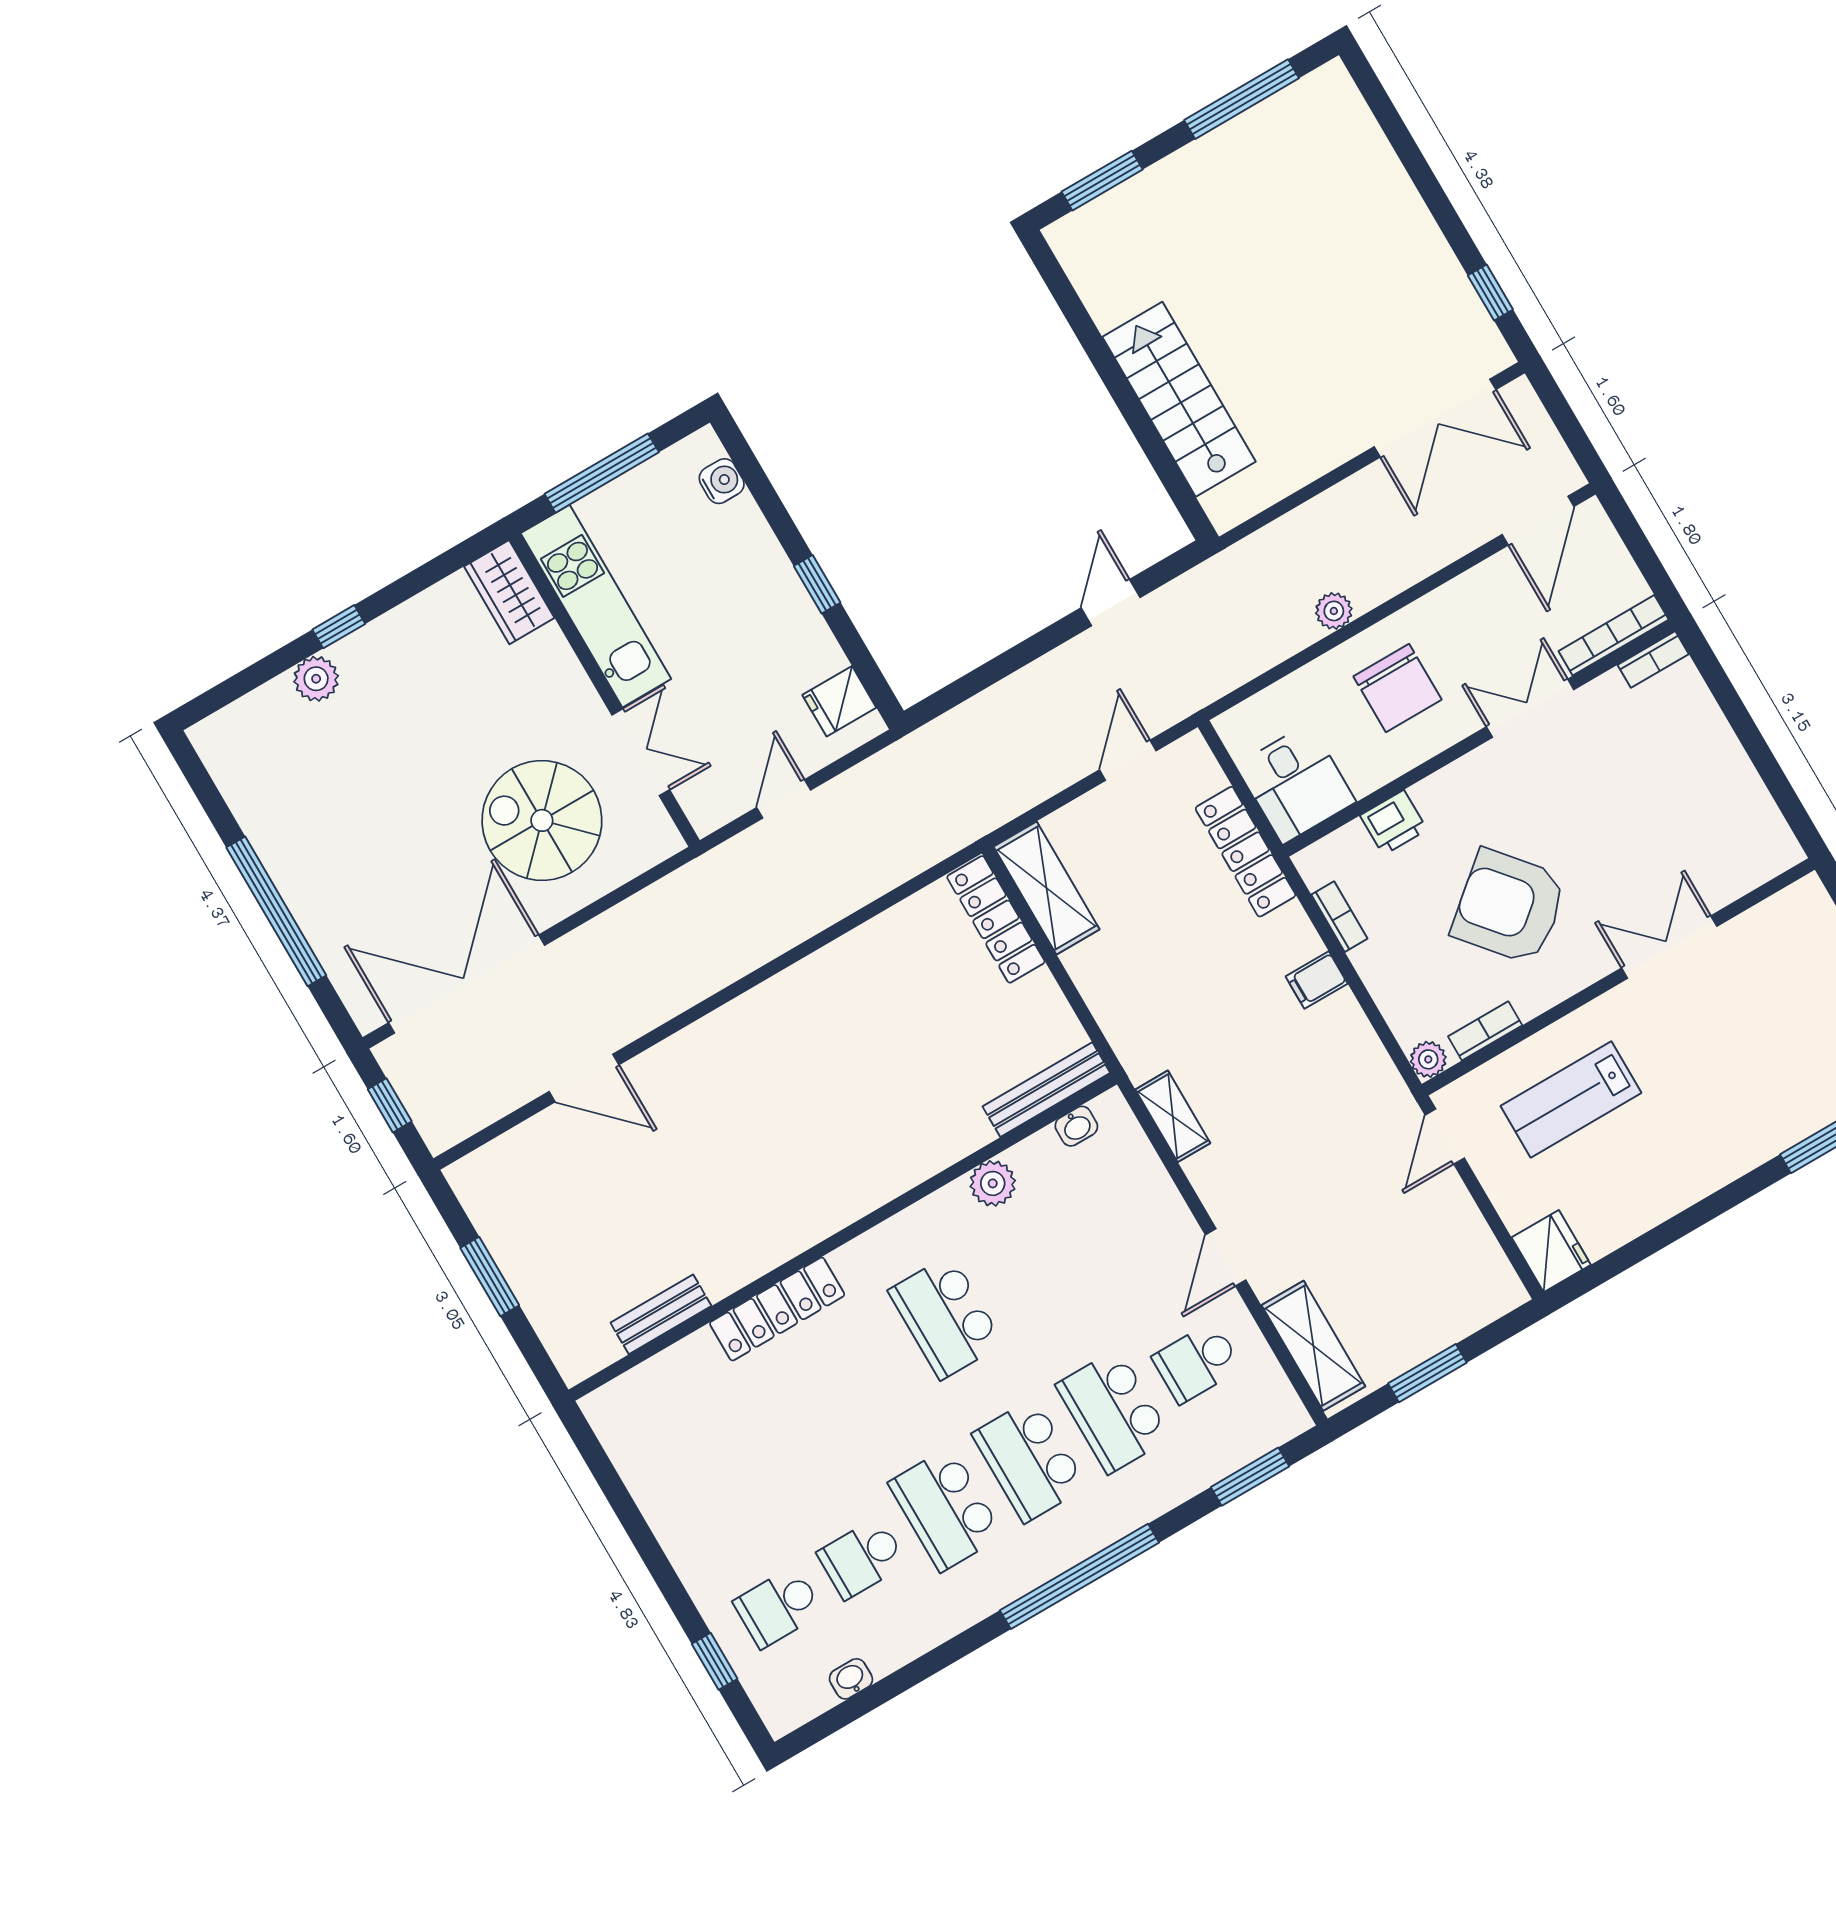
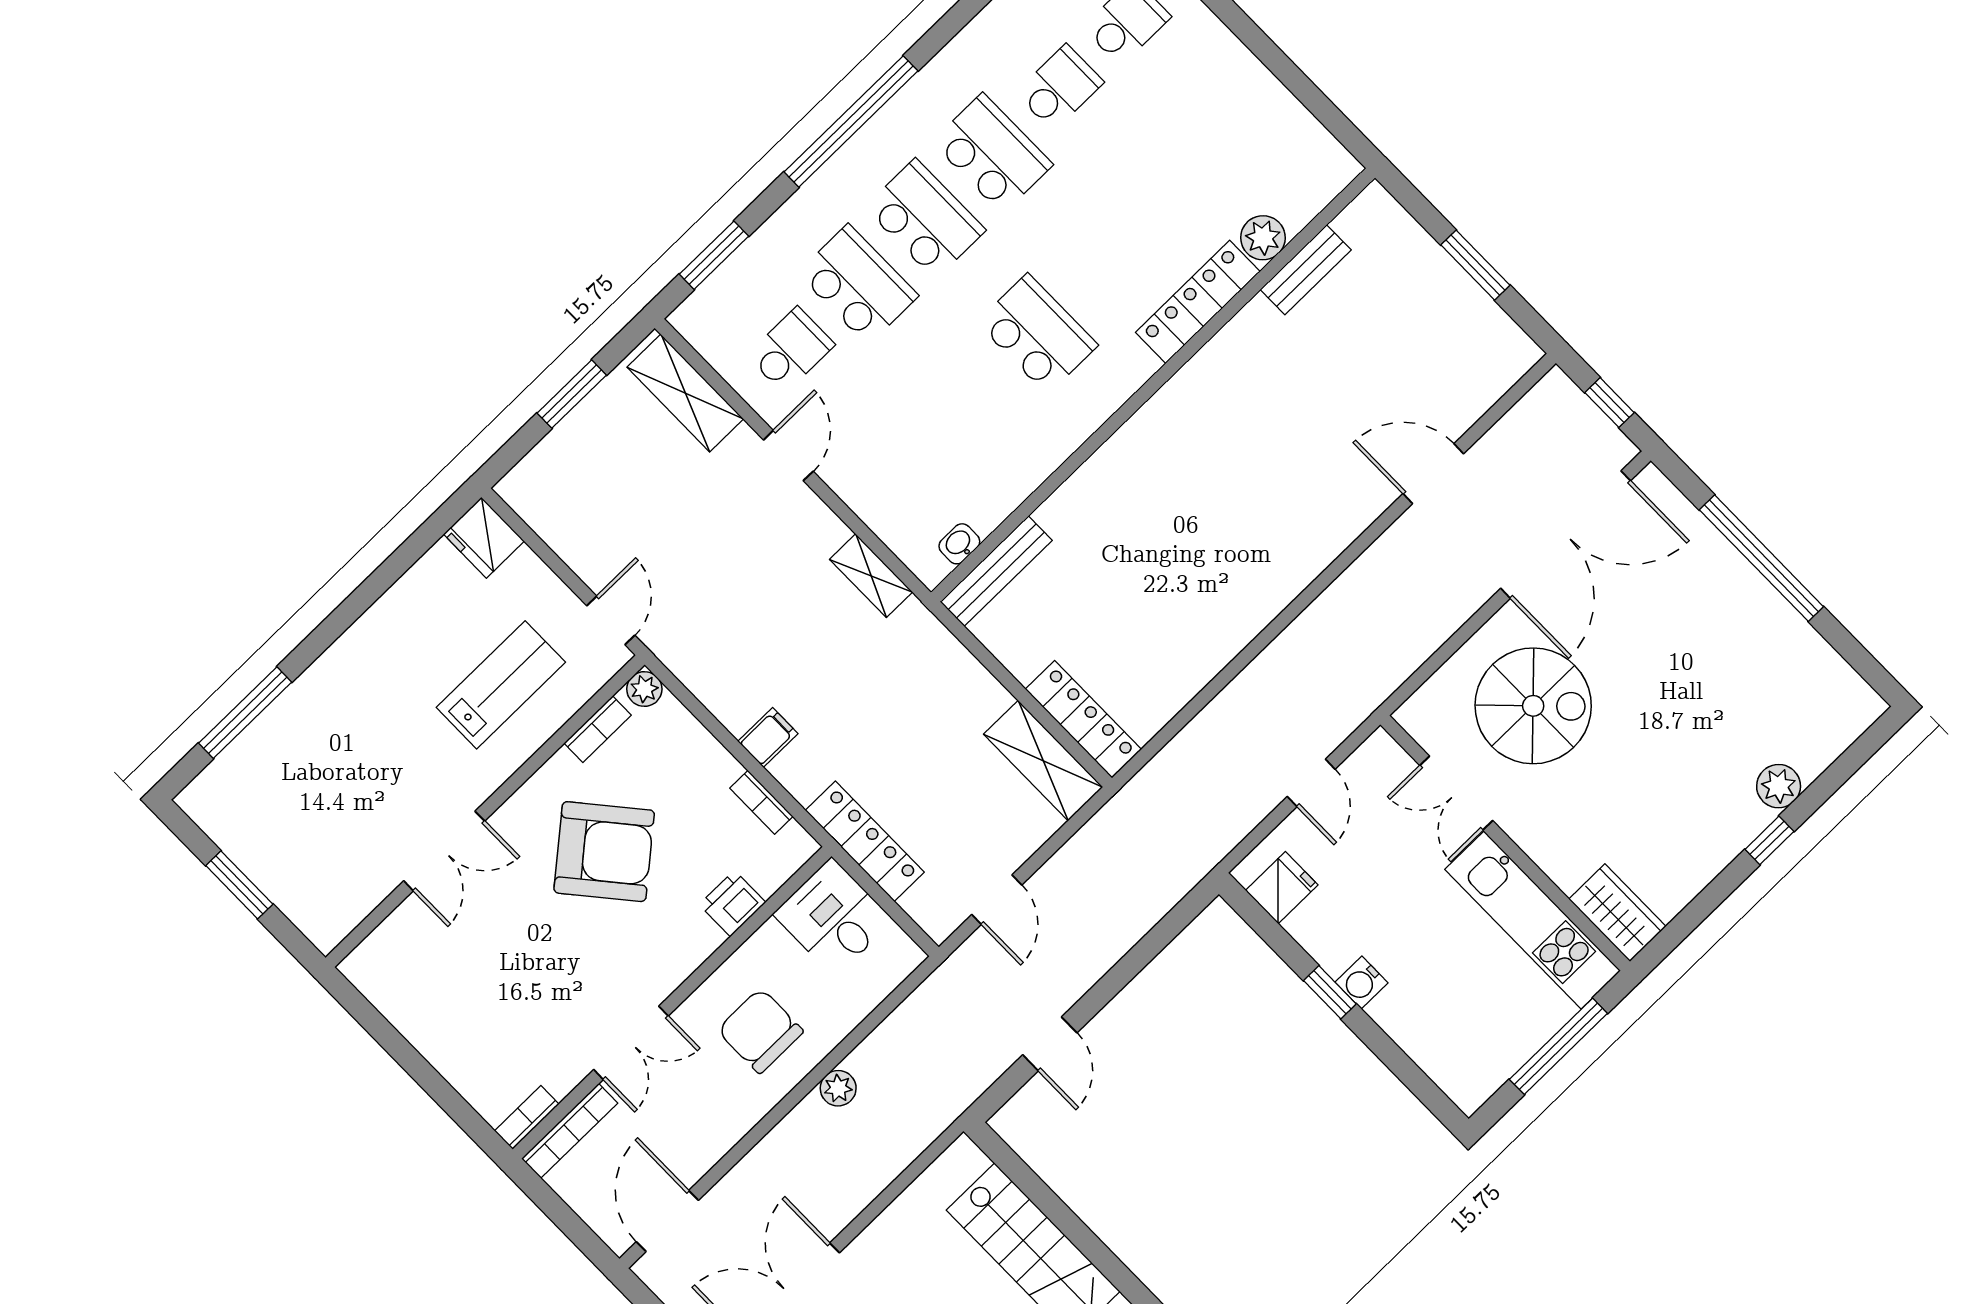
water cooler: (722, 481) -> (1362, 982), moved
plant: (993, 1183) -> (1263, 238), moved

